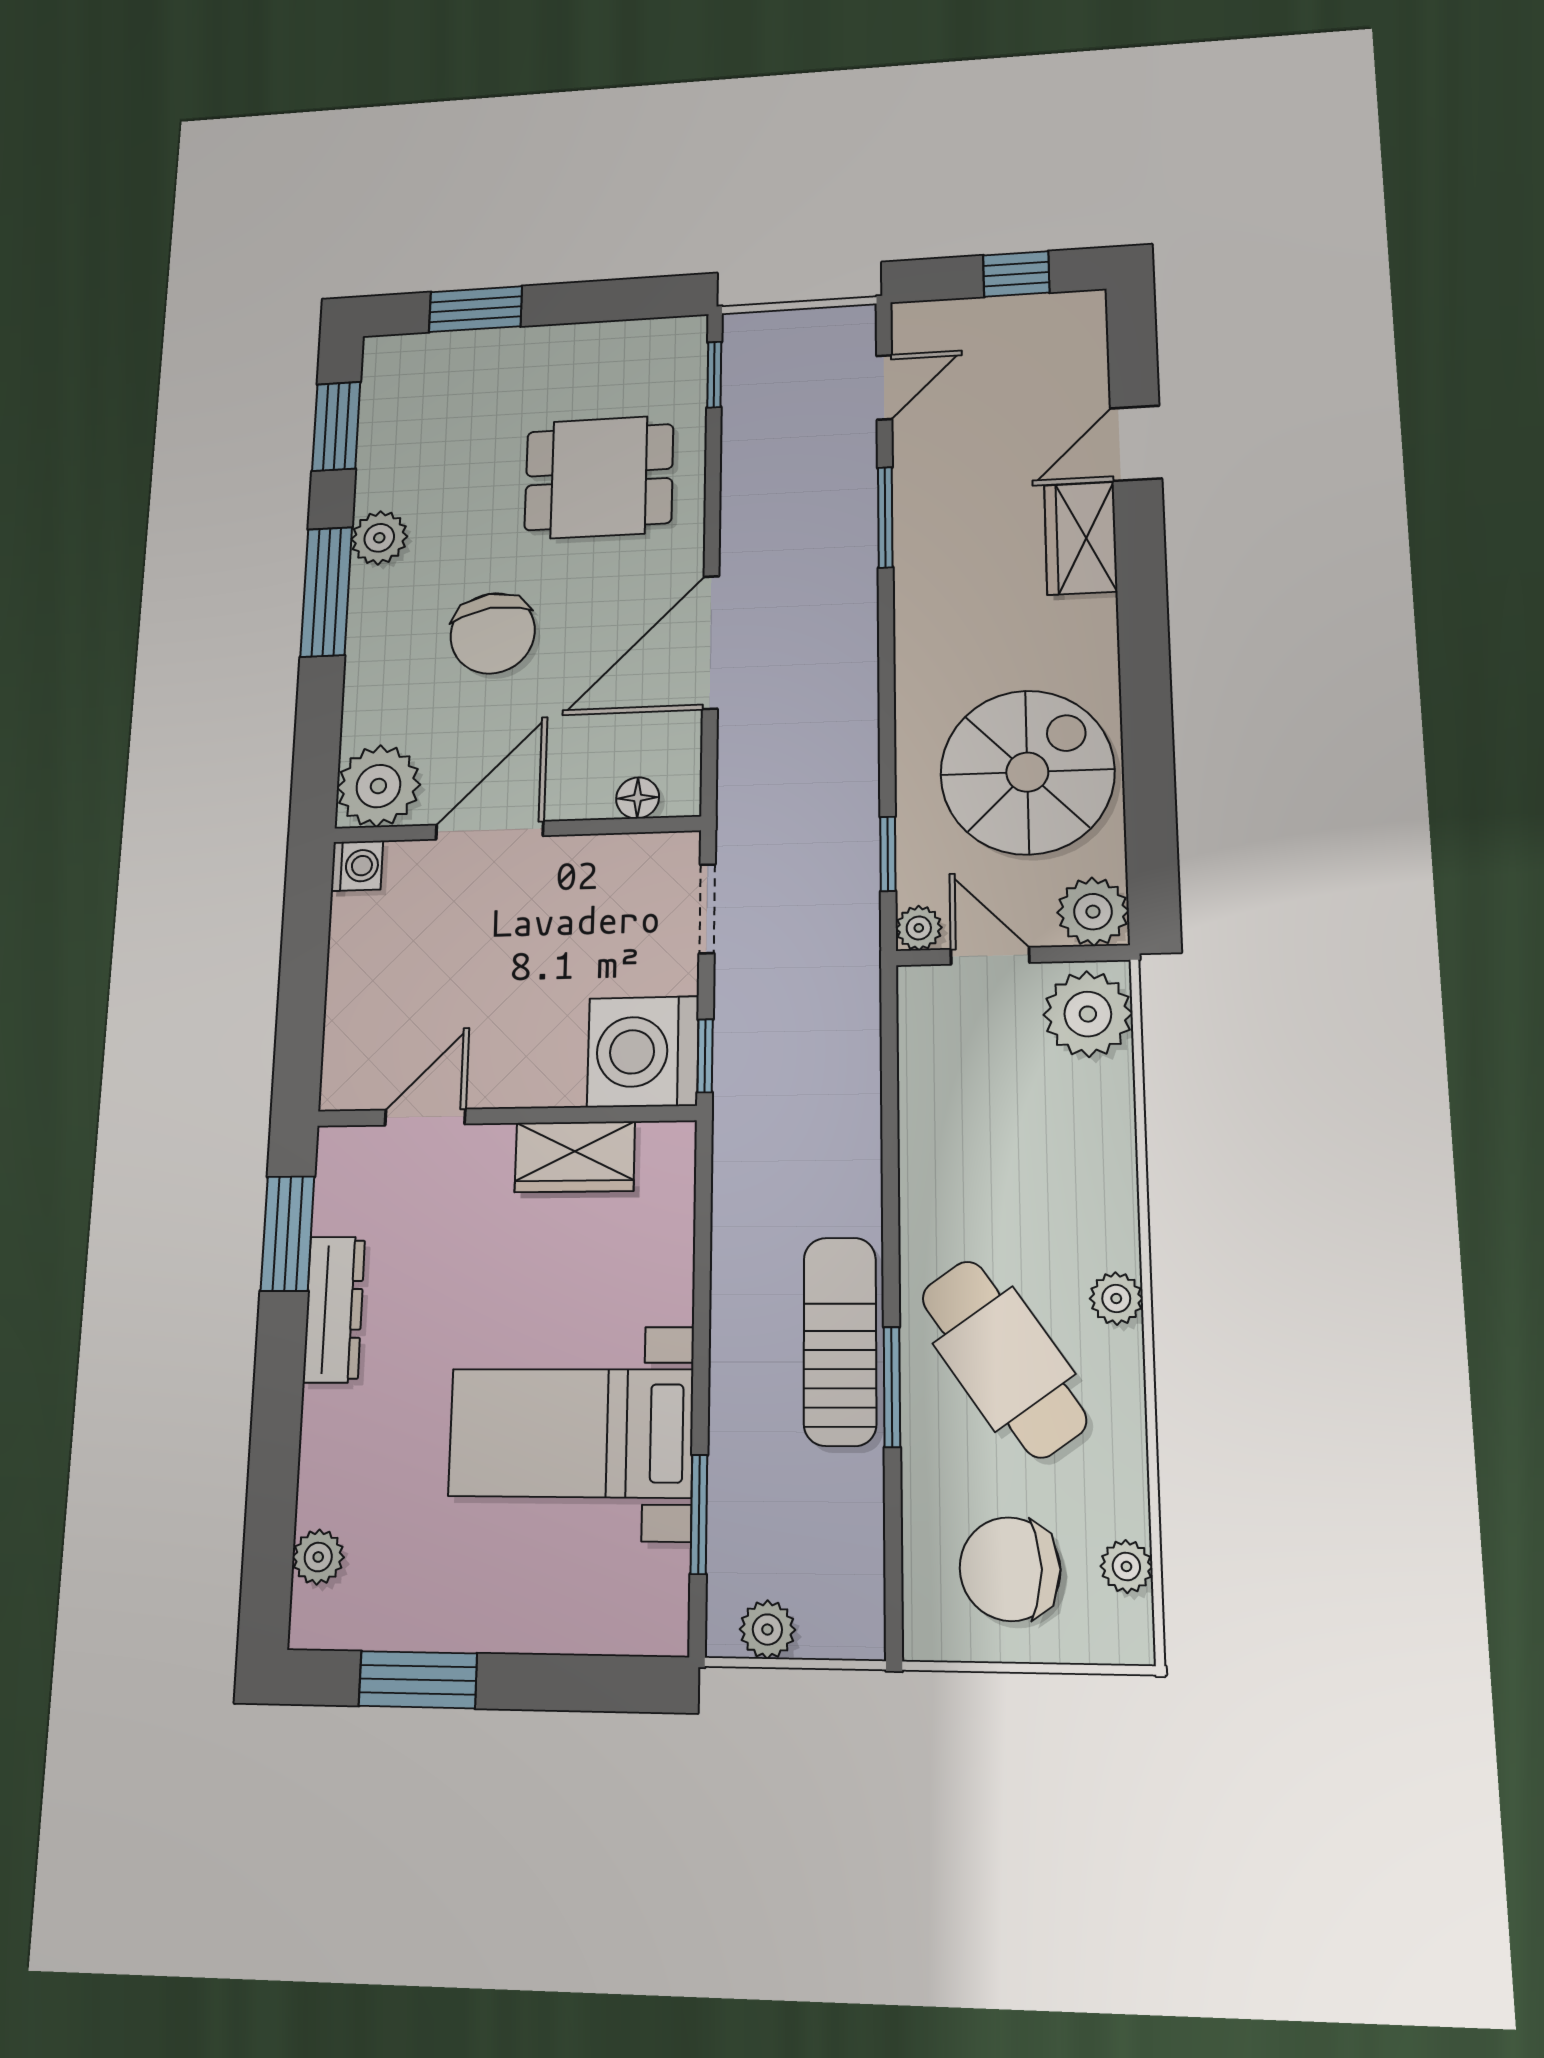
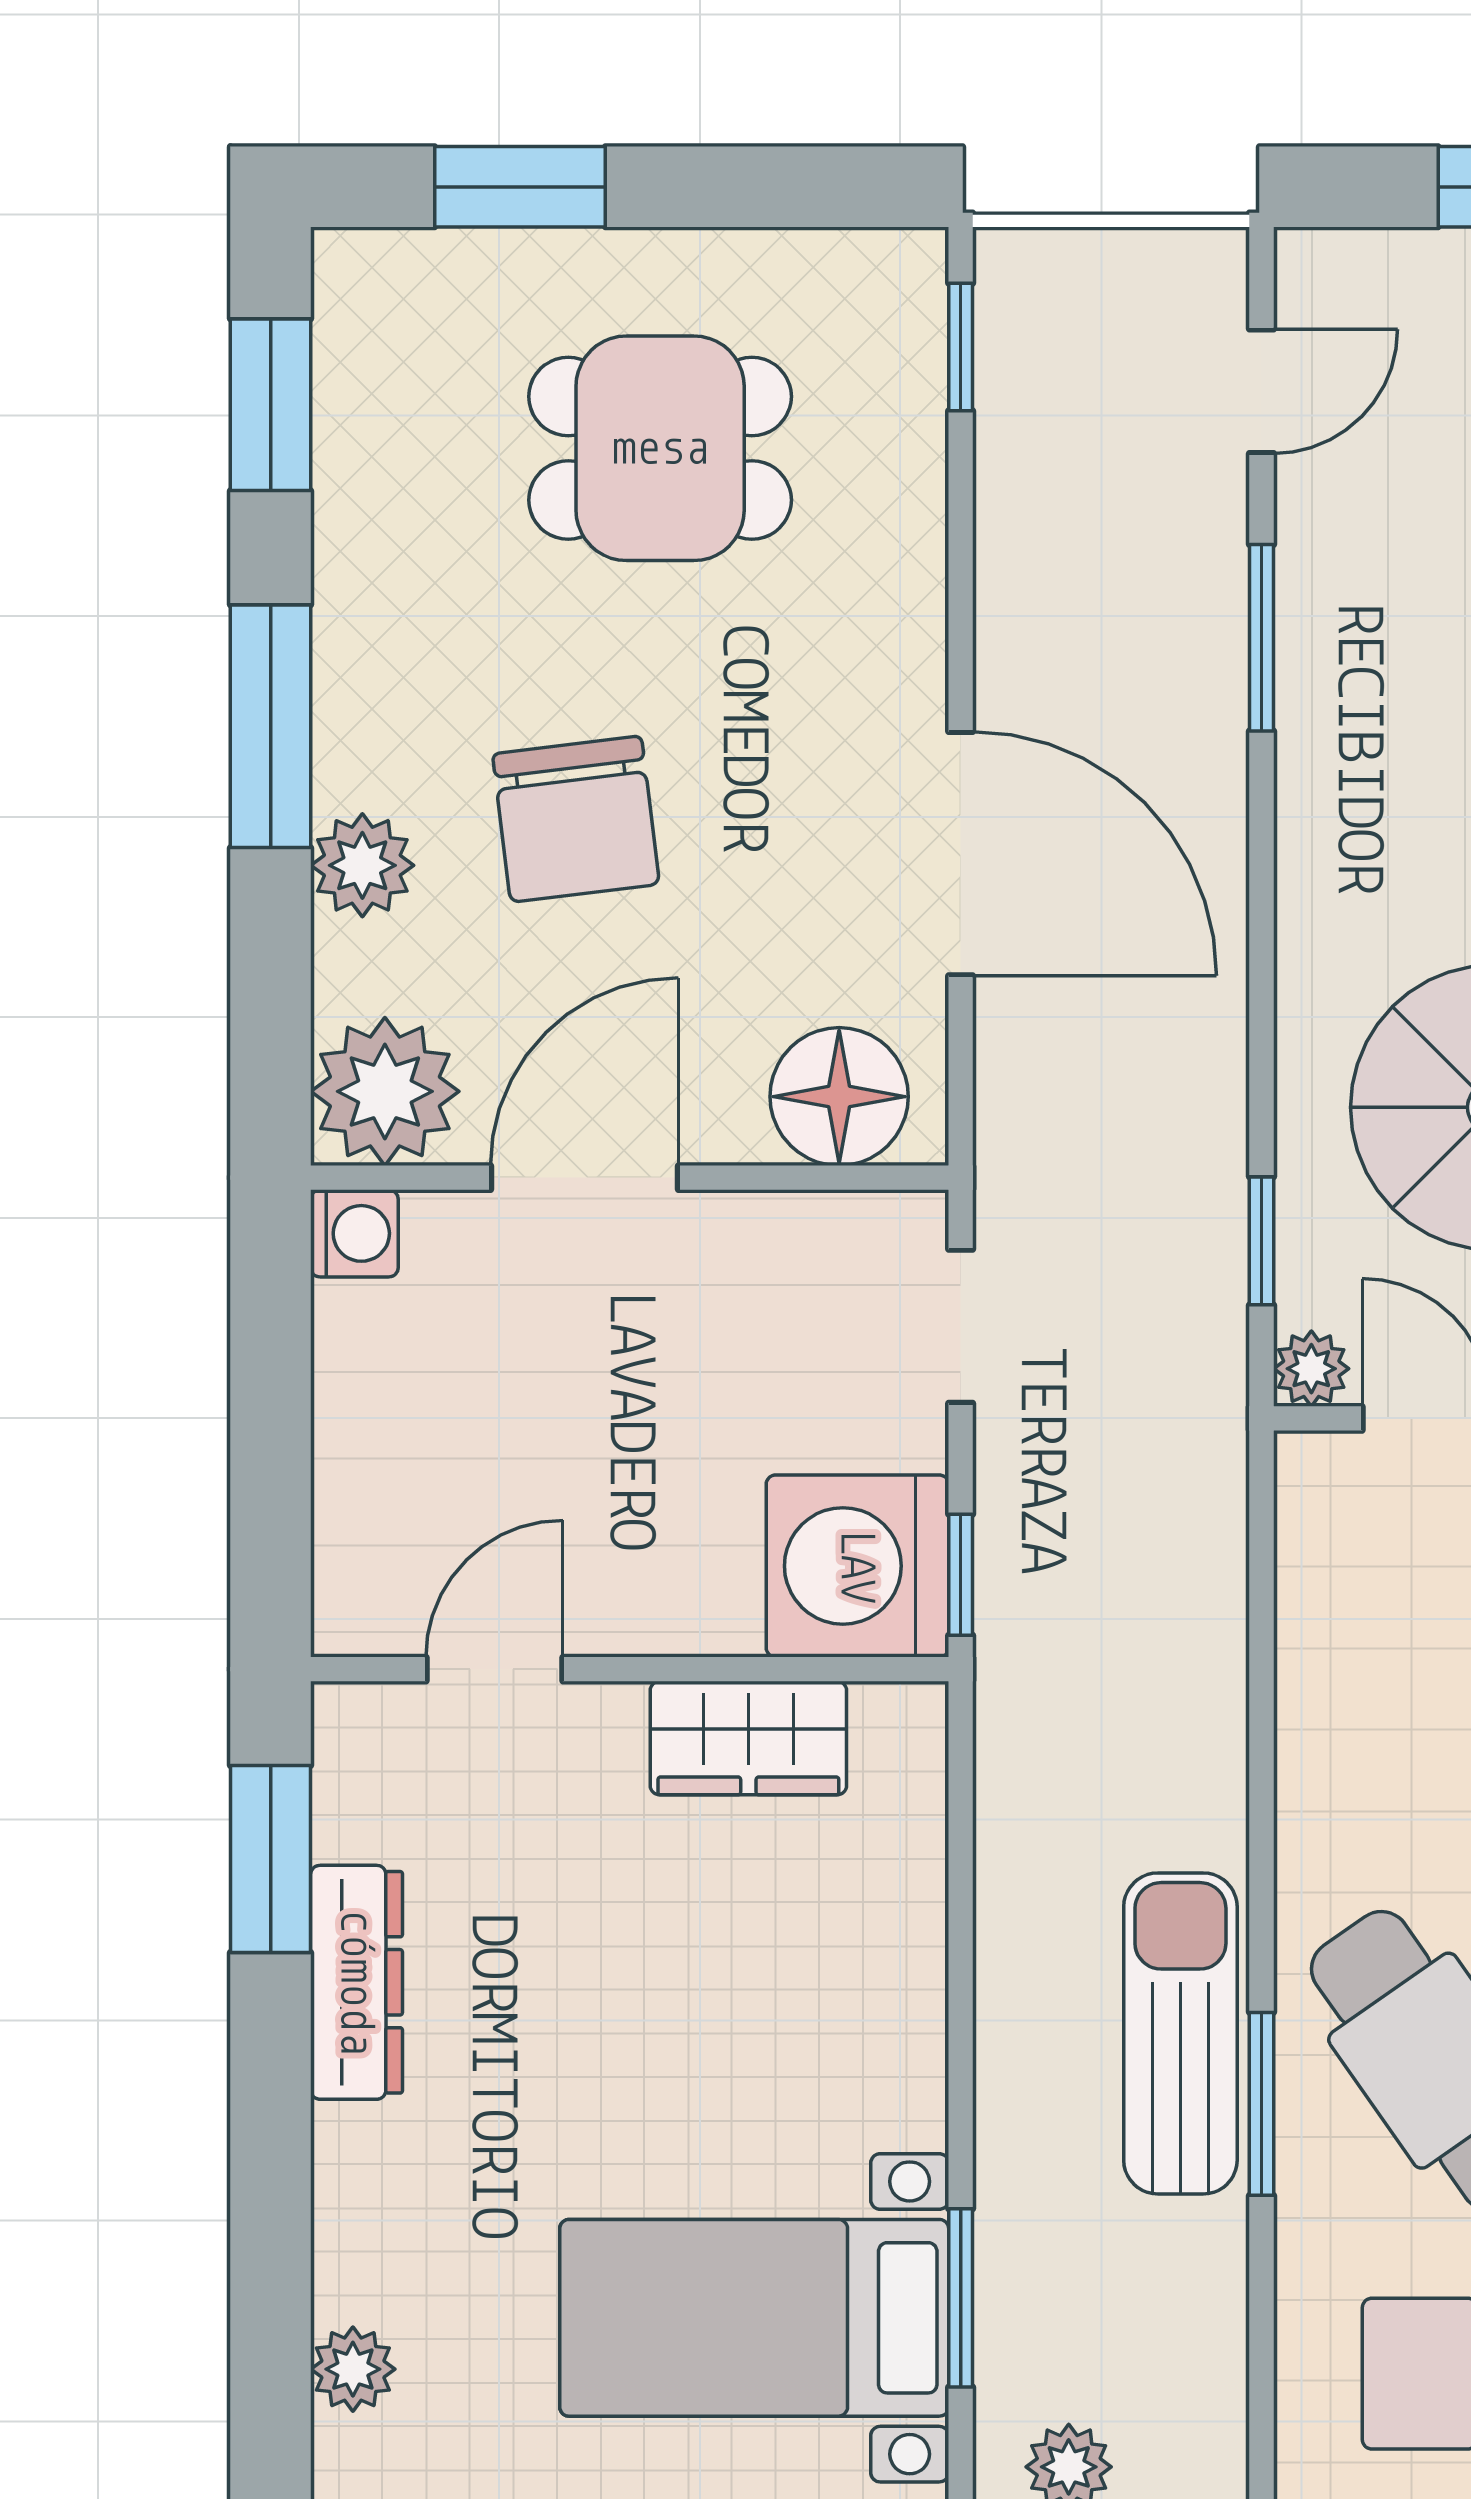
dining table: (599, 477) -> (660, 448), moved
plant: (379, 538) -> (362, 865), moved
door: (711, 642) -> (961, 854), swing flipped
floor lamp: (638, 798) -> (839, 1097), width x1.89, depth x1.89
bed with nightstands: (571, 1433) -> (754, 2318), moved

